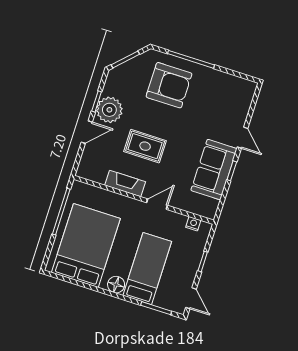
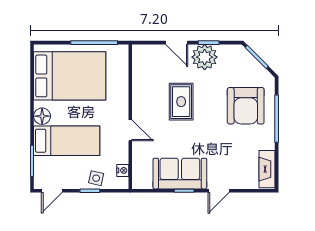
fireplace: (125, 184) -> (267, 169), moved, turned 180
side table: (193, 252) -> (96, 178), added

